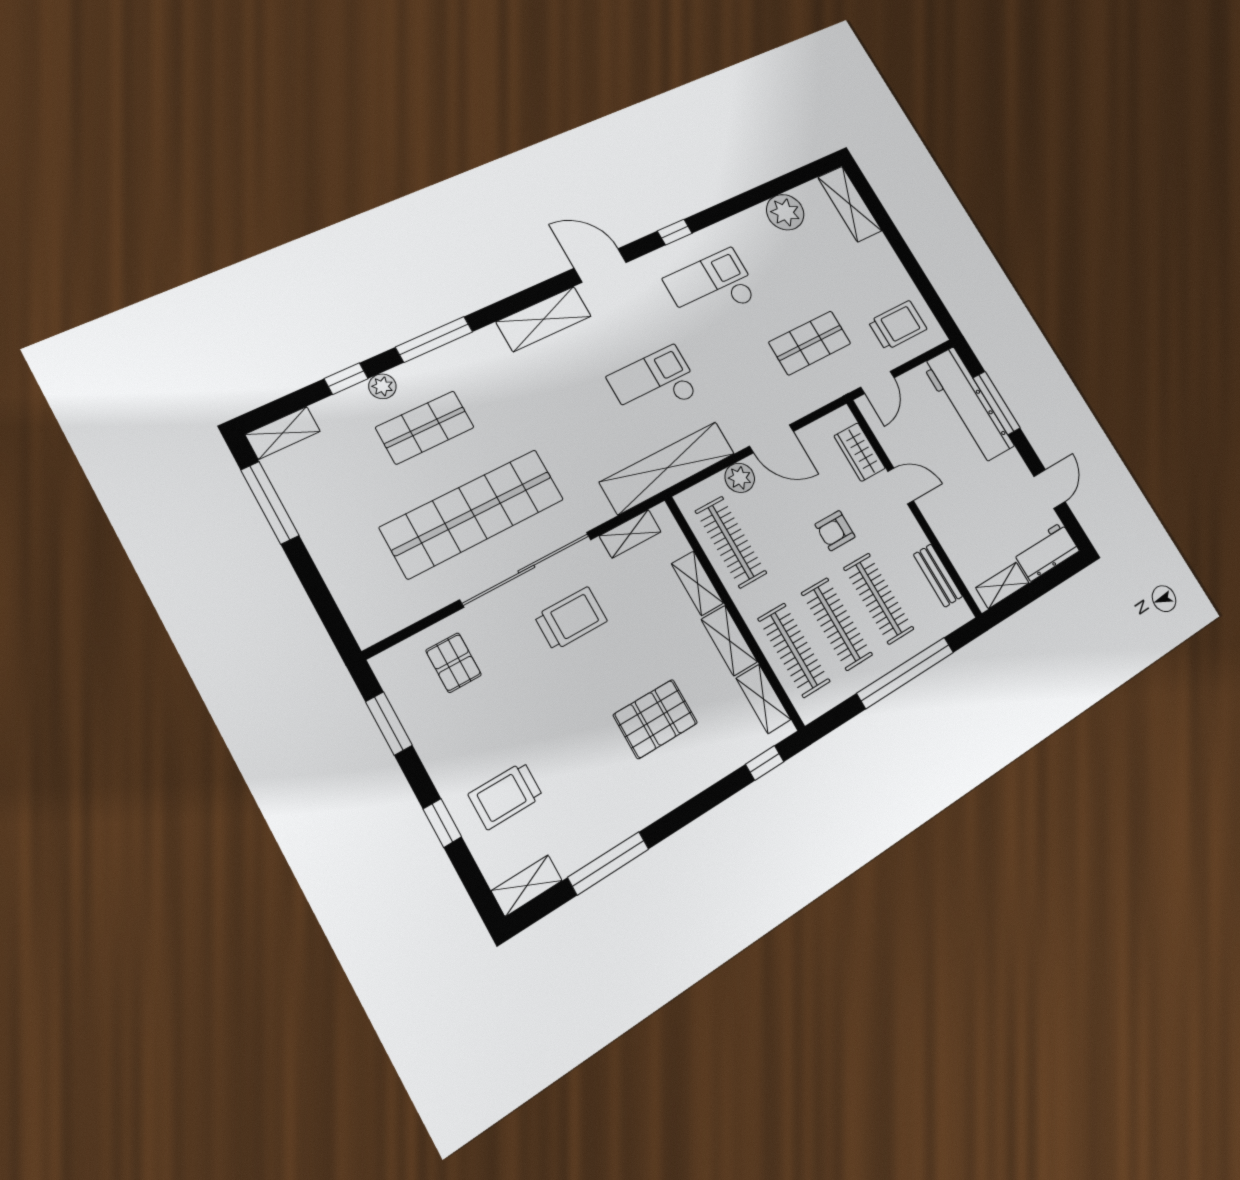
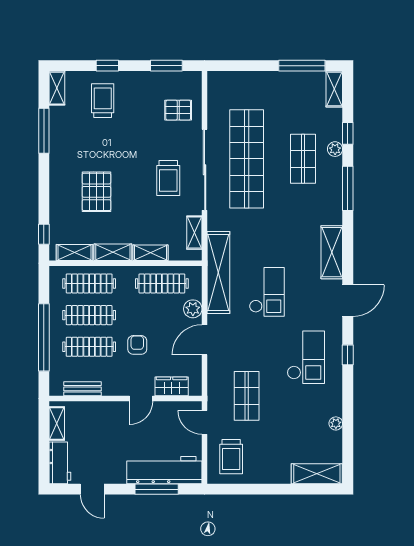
plant: (785, 212) -> (336, 423), width x0.53, depth x0.53

